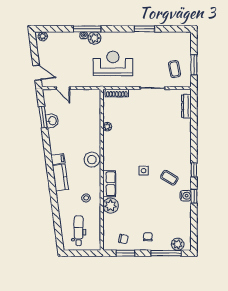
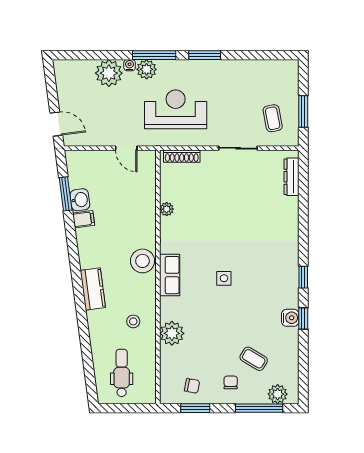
window: (87, 29) -> (154, 55), moved
window: (144, 29) -> (205, 55), moved
plant: (43, 36) -> (109, 73), moved, width x1.87, depth x1.87
door: (63, 88) -> (126, 148), moved
filing cabinet: (58, 159) -> (84, 219), moved
coffee table: (169, 178) -> (254, 359), moved
row of seats: (109, 184) -> (170, 275), moved

